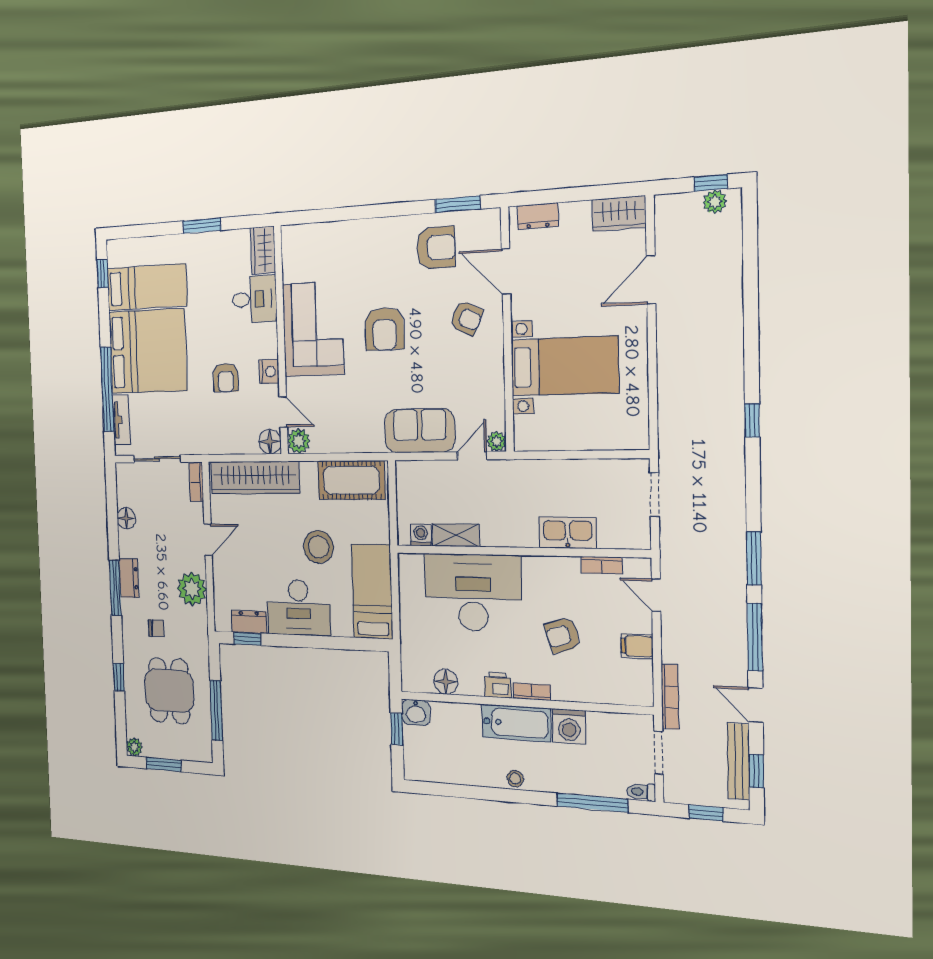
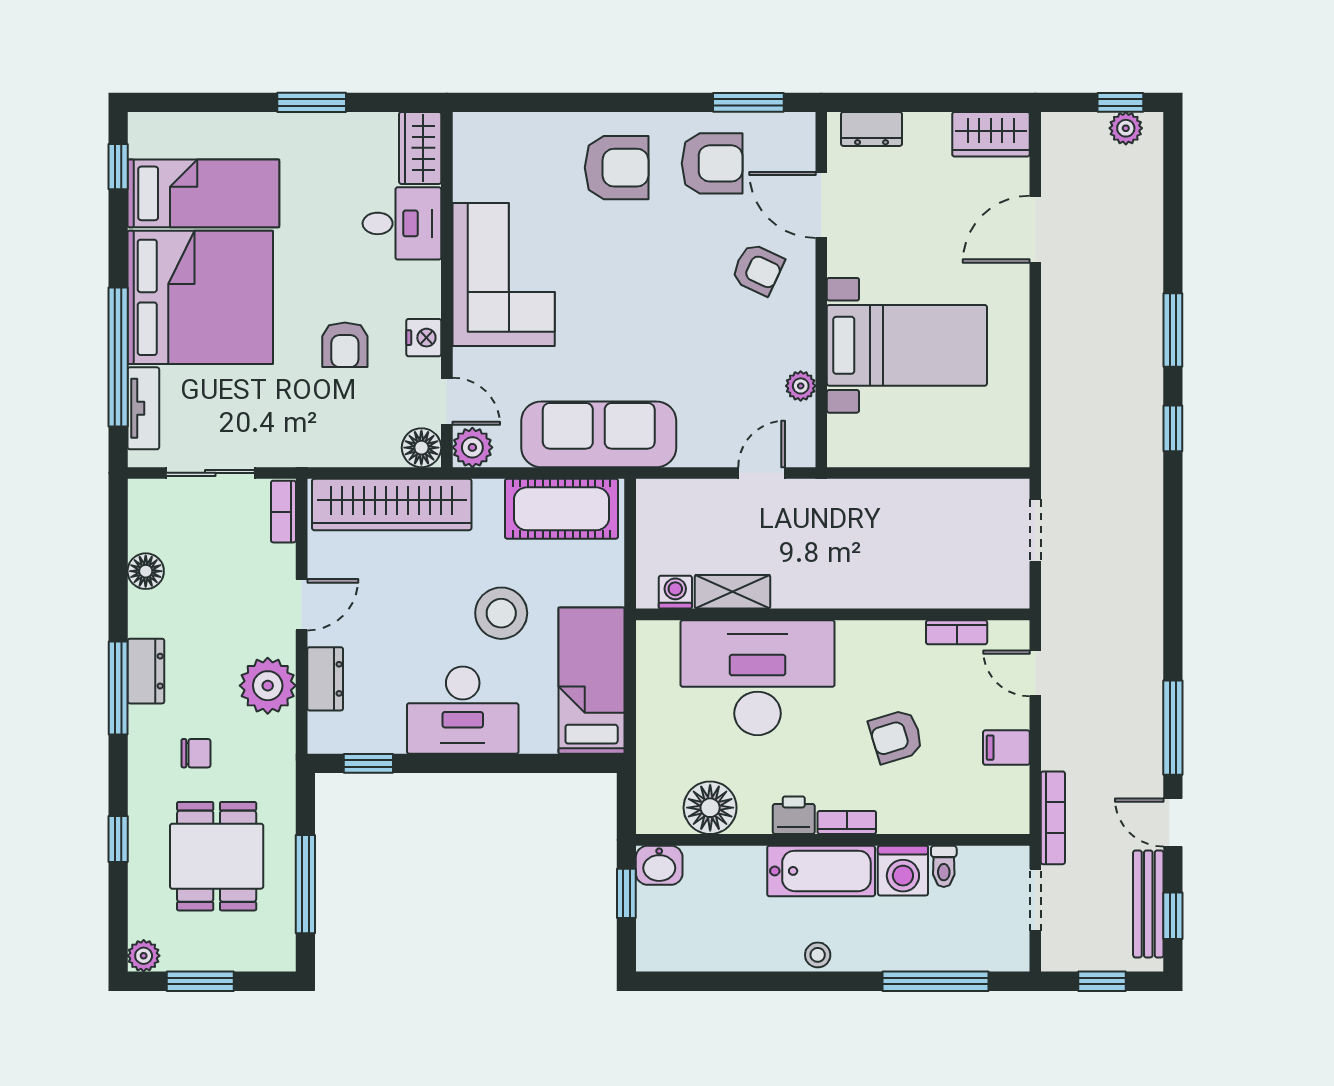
armchair: (384, 329) -> (617, 168), moved, turned -90
sofa: (420, 431) -> (599, 434), moved, width x1.36
plant: (497, 442) -> (801, 386), moved
kitchen sink: (568, 533) -> (907, 586), removed
window: (754, 558) -> (1173, 330), moved
dresser: (249, 622) -> (325, 679), moved, turned 90
floor lamp: (446, 682) -> (710, 808), width x1.38, depth x1.38
toilet: (641, 792) -> (944, 866), moved, turned -90

